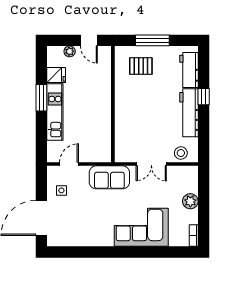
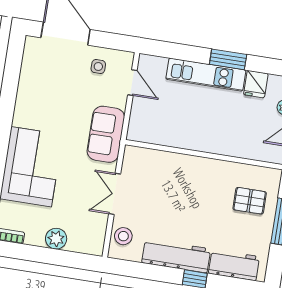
pallet: (141, 66) -> (250, 201), turned 90

